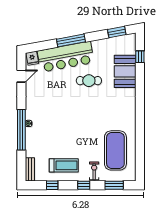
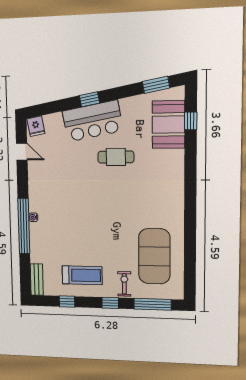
window: (71, 40) -> (90, 99), width x0.46
bar counter: (66, 57) -> (93, 121), width x0.73
booth: (125, 71) -> (168, 124), moved
door: (21, 76) -> (22, 152), hinge flipped
window: (114, 185) -> (152, 304), width x1.44

